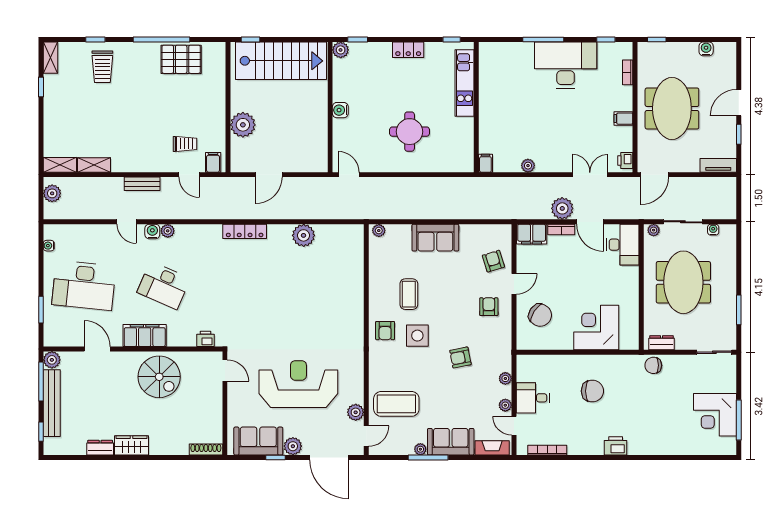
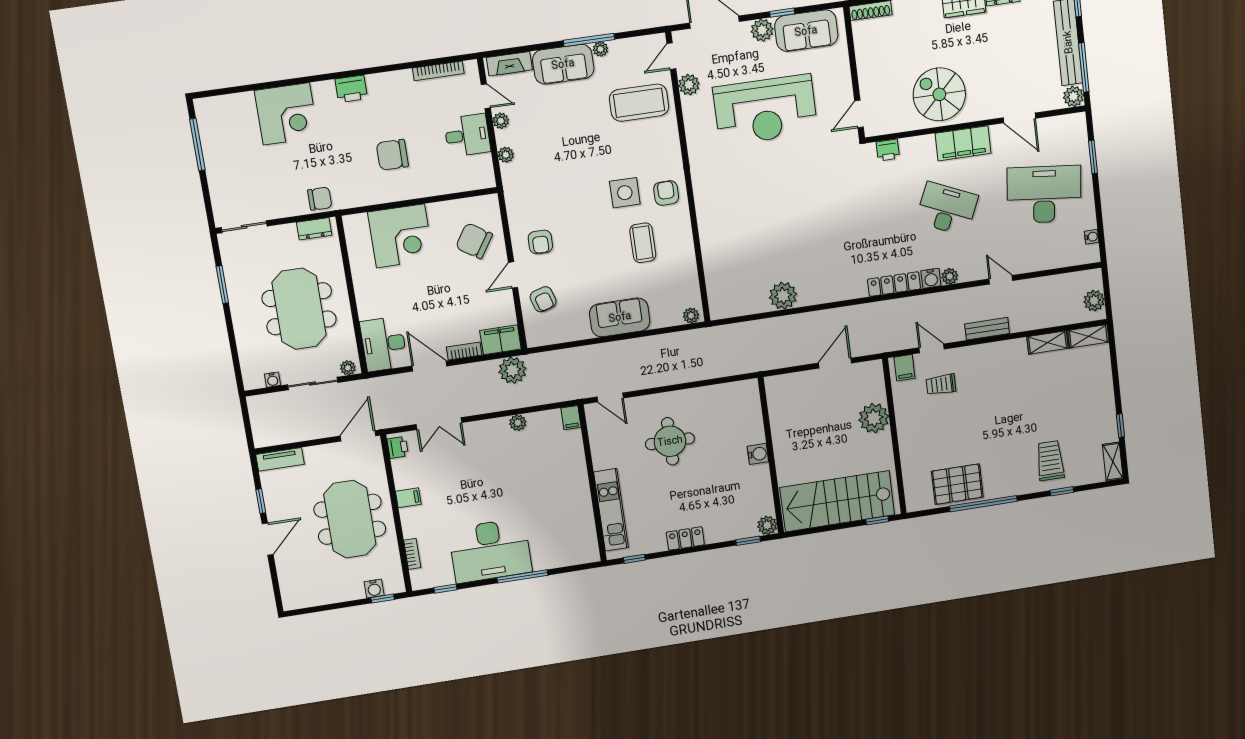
water cooler: (706, 49) -> (374, 589), moved
door: (349, 175) -> (610, 397), moved
plant: (562, 208) -> (512, 370), moved
water cooler: (152, 231) -> (931, 278), moved
locker: (245, 231) -> (894, 284), moved
armchair: (460, 357) -> (567, 173), removed
door: (225, 370) -> (859, 114), hinge flipped
corner desk: (715, 415) -> (286, 114), moved, turned 90

